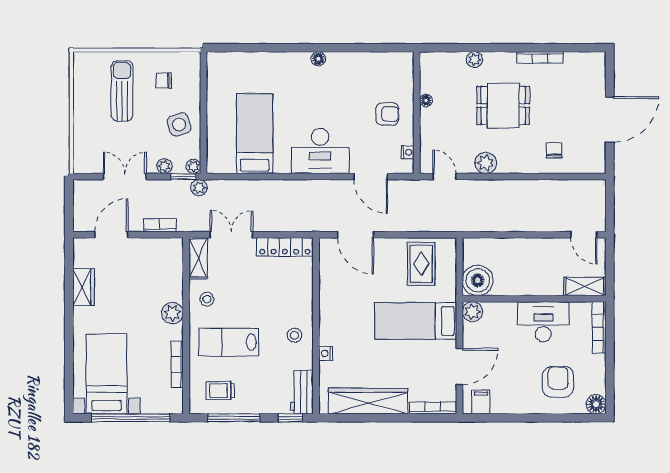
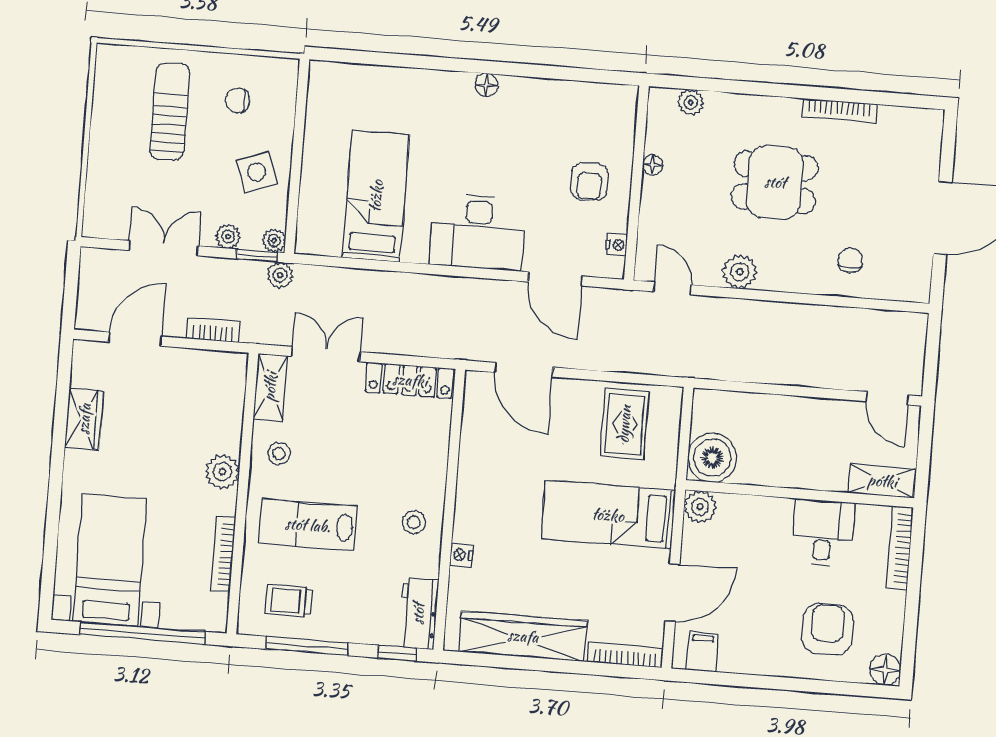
plant: (474, 60) -> (691, 102), moved
armchair: (387, 114) -> (589, 182), turned 90
desk: (543, 322) -> (823, 533), width x0.73

